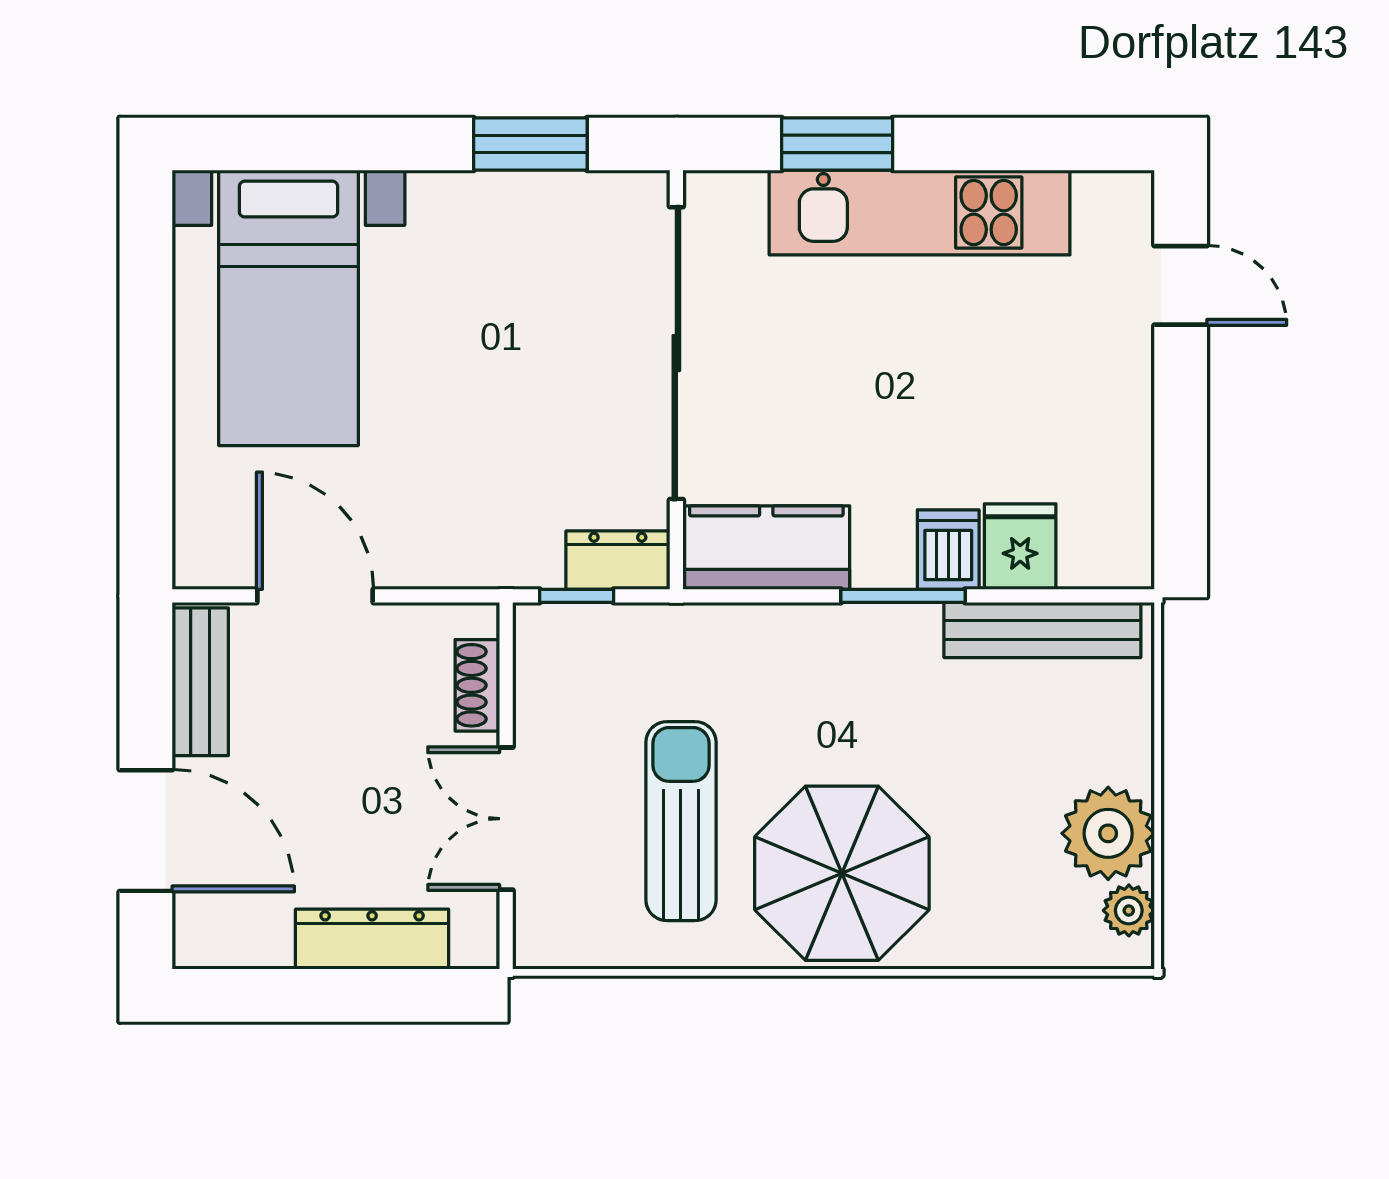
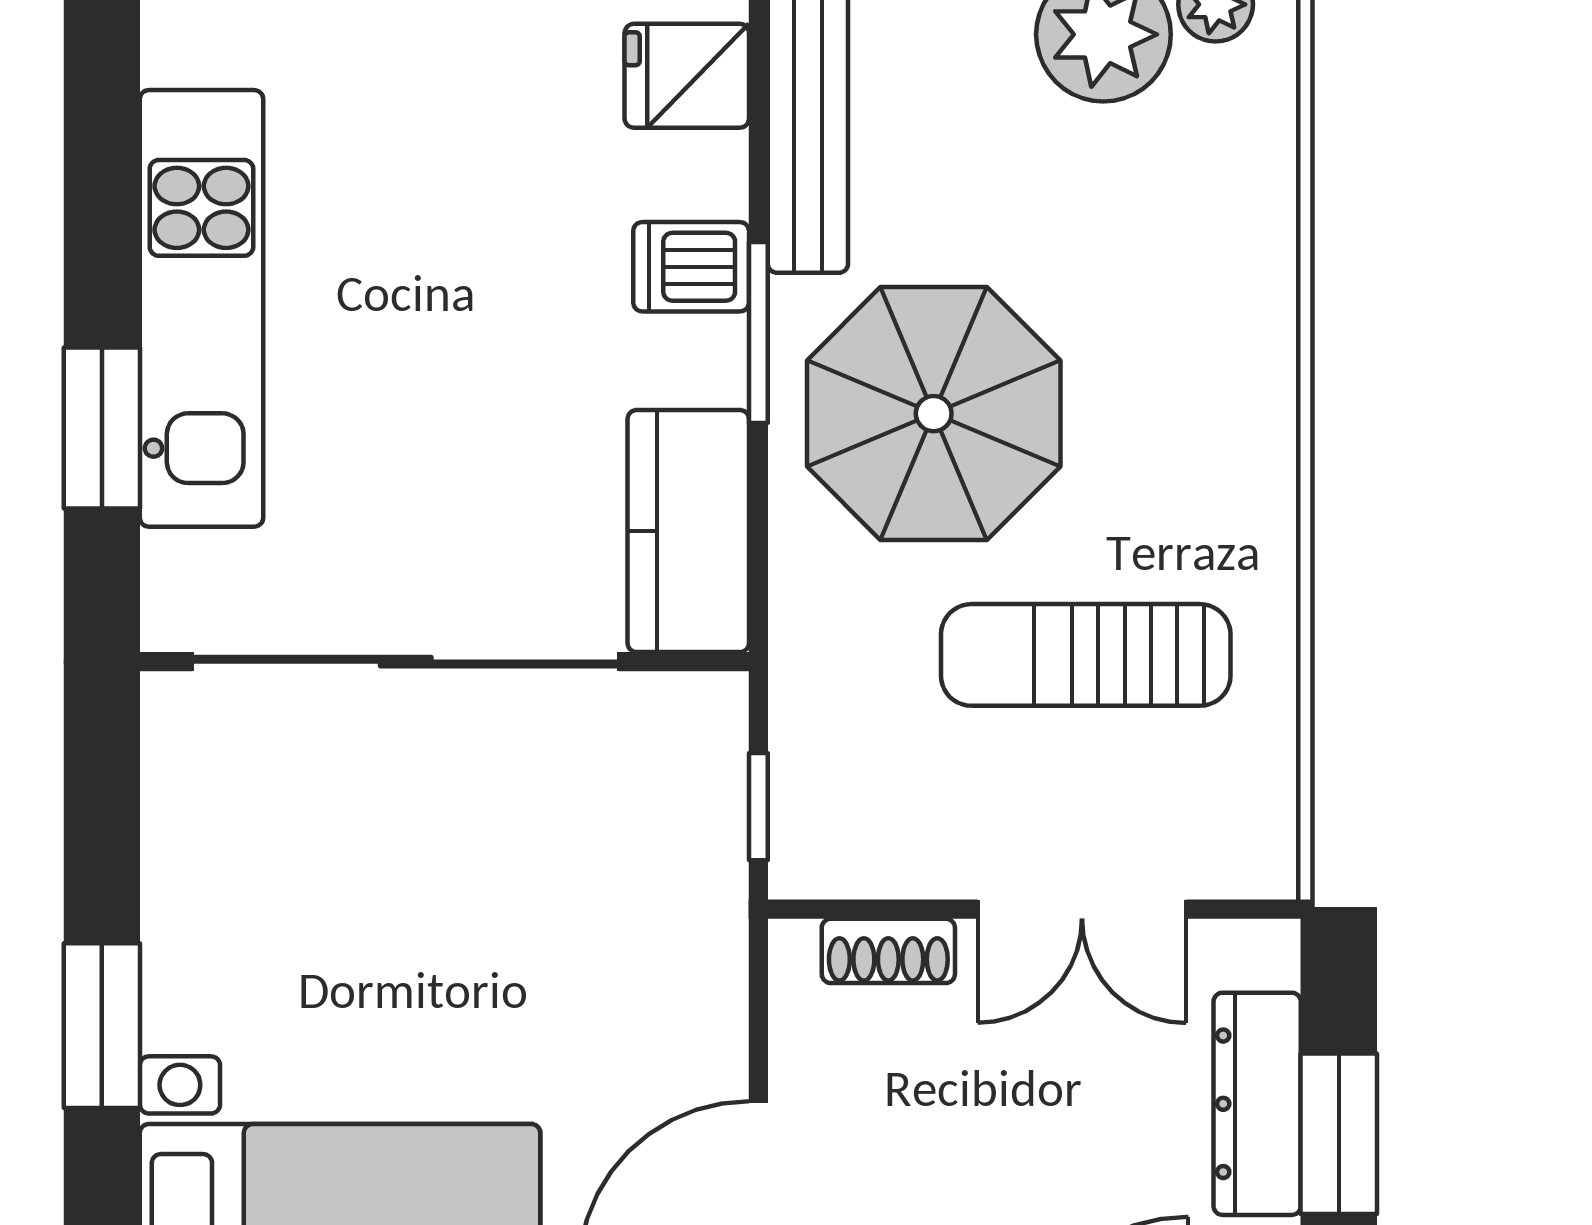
window: (530, 144) -> (102, 1026), moved
fridge: (1020, 547) -> (687, 76), moved
dresser: (618, 560) -> (706, 747), removed
parasol: (842, 873) -> (934, 414), moved
window: (351, 995) -> (1339, 1134), added

